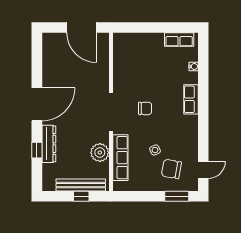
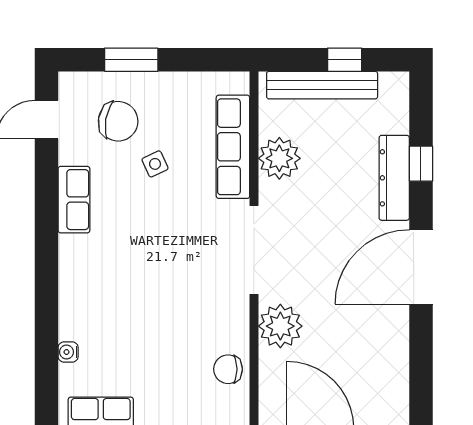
plant: (99, 78) -> (280, 326), added
row of seats: (191, 99) -> (74, 200), moved
chair: (145, 108) -> (228, 369), moved
window: (81, 196) -> (345, 60), moved
window: (177, 196) -> (131, 60), moved

